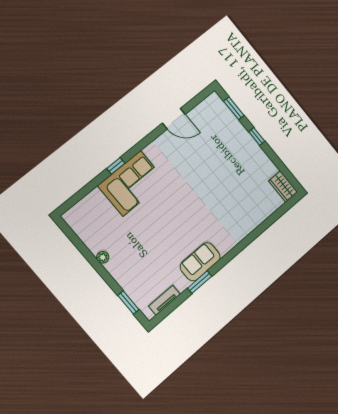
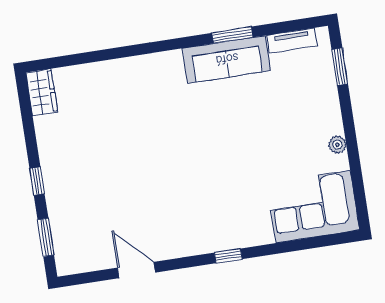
window: (116, 166) -> (228, 256), moved
corner sofa: (132, 183) -> (313, 207), moved
sofa: (200, 262) -> (227, 59), width x1.36

